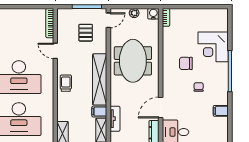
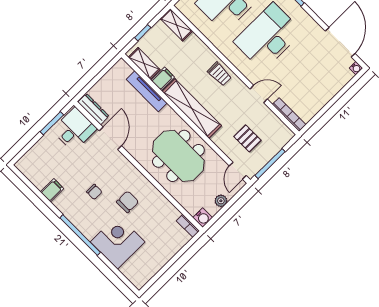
tv unit: (115, 119) -> (147, 91), width x1.41

